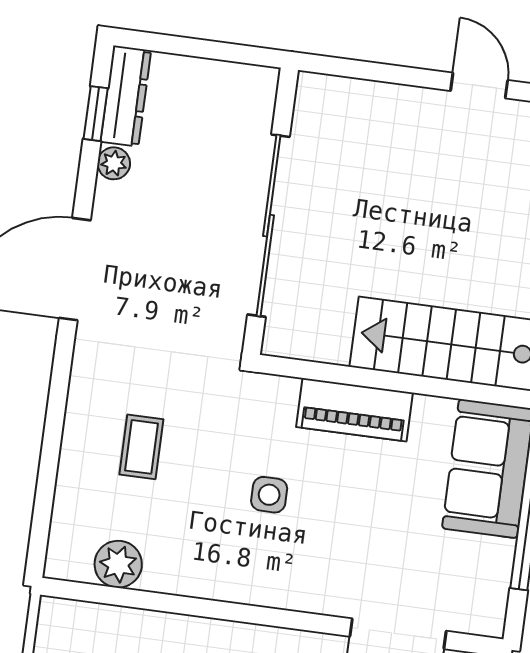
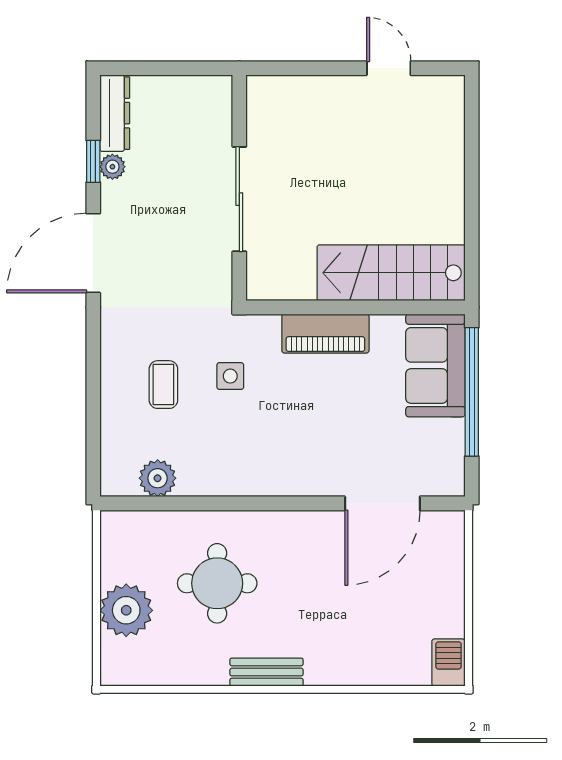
window: (96, 114) -> (93, 161), moved
sliding door: (268, 226) -> (239, 199), width x0.73
side table: (269, 495) -> (230, 376), moved

